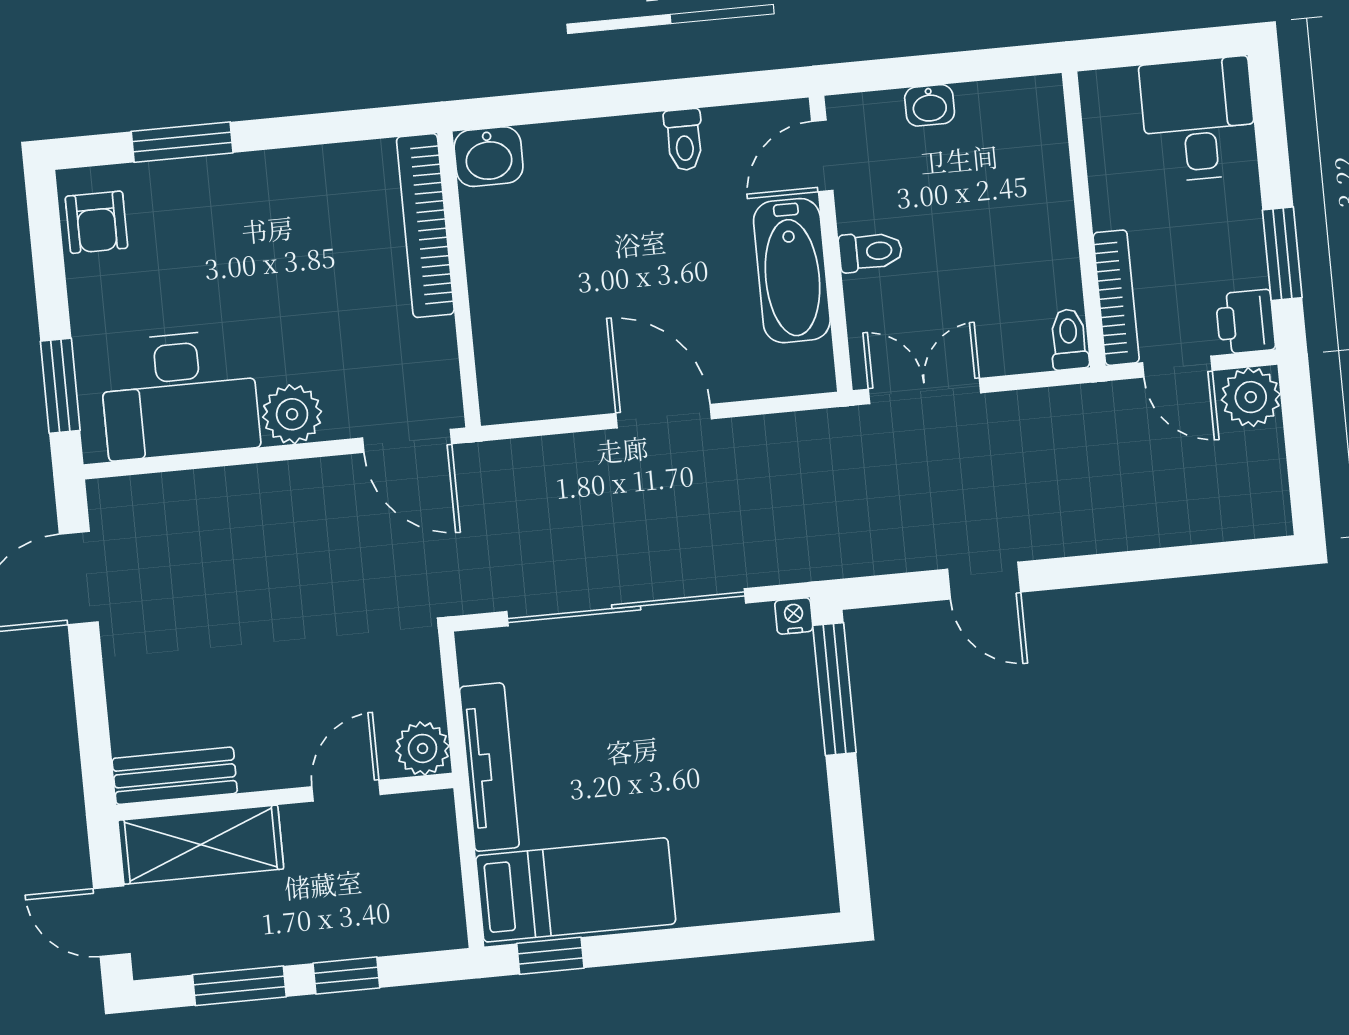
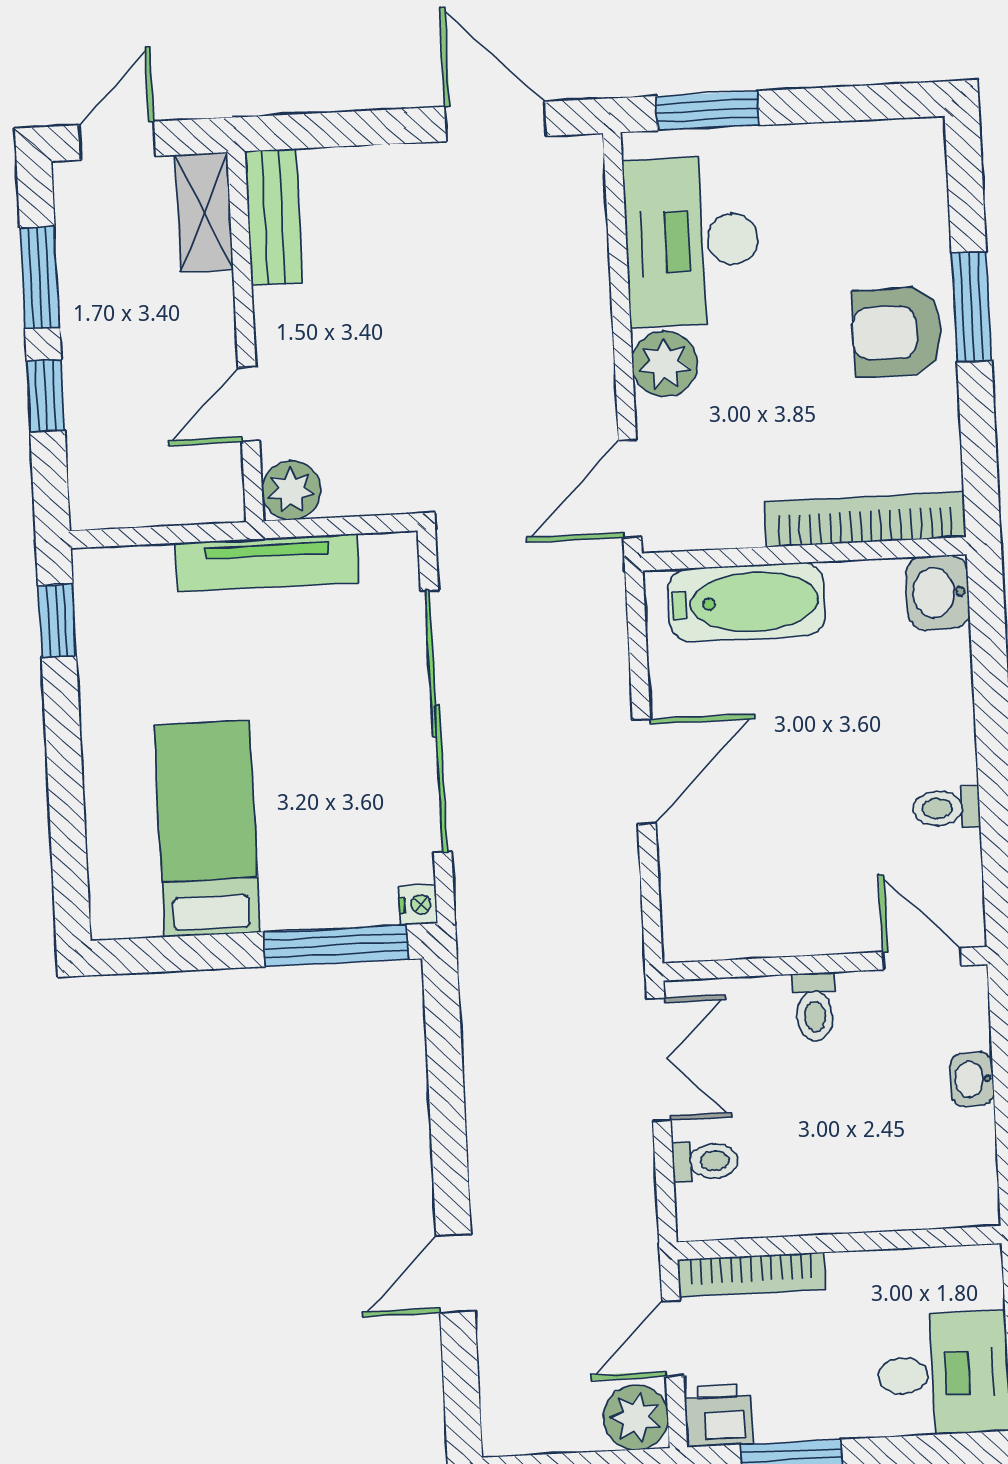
window: (182, 142) -> (972, 307), moved
armchair: (96, 222) -> (897, 332), moved, width x1.38, depth x1.38
bathtub: (792, 271) -> (746, 602), moved, turned 180
toilet: (1069, 339) -> (705, 1161), moved
door: (984, 581) -> (455, 1273), moved
door: (346, 791) -> (249, 404), swing flipped
shelving: (201, 845) -> (204, 212), width x0.67, depth x0.75
bed: (576, 890) -> (207, 829), moved, turned 180

